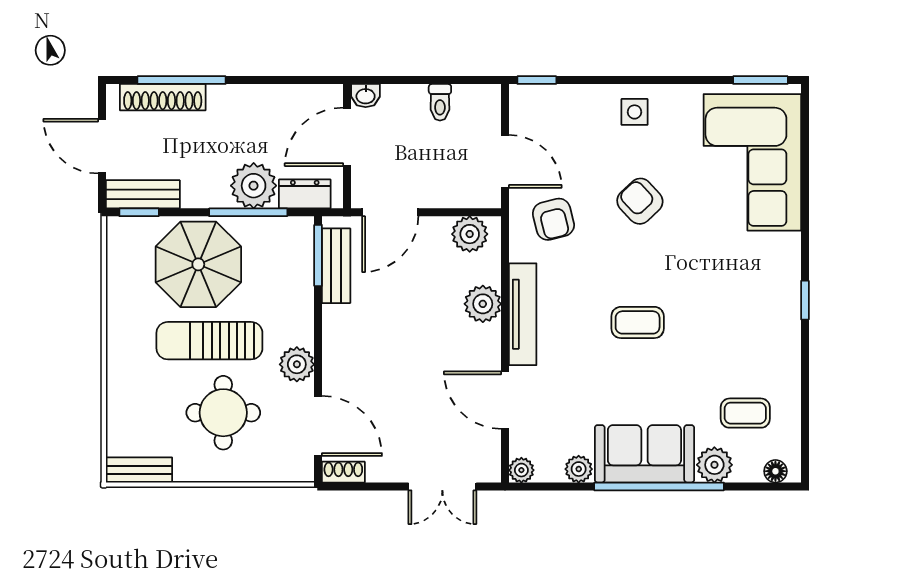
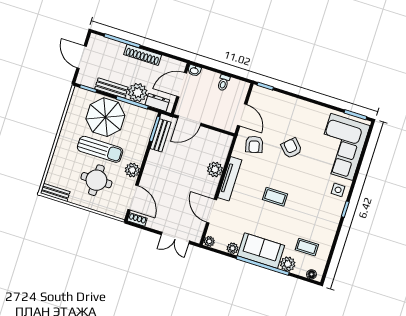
shoe rack: (163, 97) -> (143, 55), moved
side table: (634, 112) -> (338, 190), moved
bench: (143, 194) -> (111, 88), moved
plant: (470, 234) -> (219, 140), removed
sun lounger: (209, 341) -> (100, 149), turned 180

